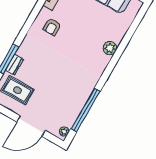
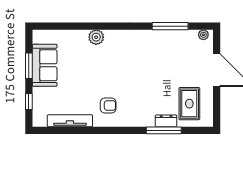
window: (86, 110) -> (170, 26), width x0.68

